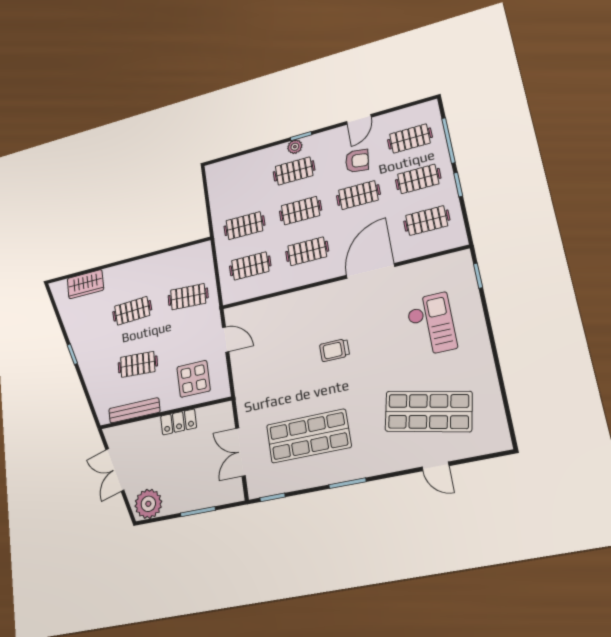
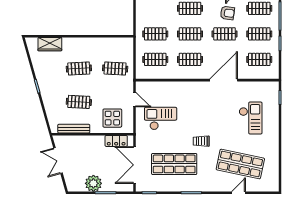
trolley: (335, 350) -> (201, 141), moved
checkout: (273, 361) -> (161, 118), added
locker: (179, 422) -> (116, 141), moved
double door: (240, 452) -> (135, 165), width x1.37
door: (435, 466) -> (239, 193), swing flipped
plant: (148, 504) -> (93, 183), moved

